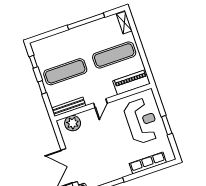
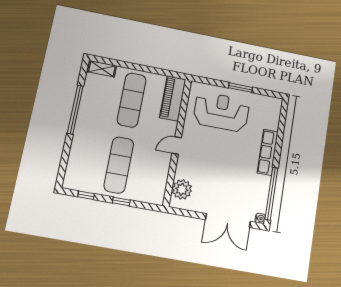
door: (100, 103) -> (177, 145), swing flipped
bench: (69, 107) -> (161, 183), removed
row of seats: (148, 163) -> (268, 152), moved

